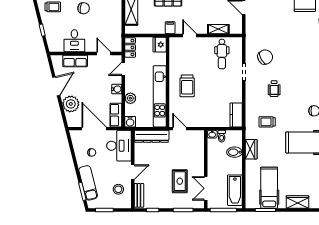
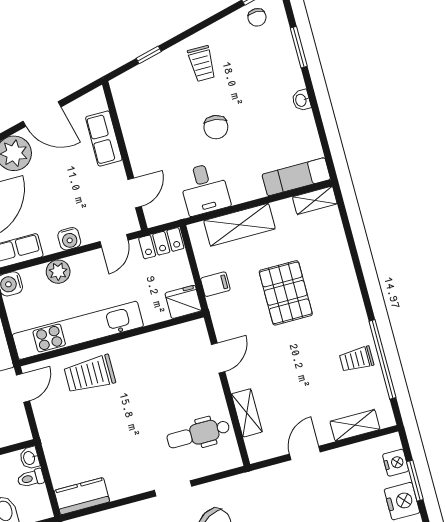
filing cabinet: (170, 28) -> (215, 284), moved
desk: (74, 41) -> (205, 189), moved, turned -90
door: (123, 69) -> (114, 241), swing flipped
trolley: (187, 86) -> (90, 374), moved

